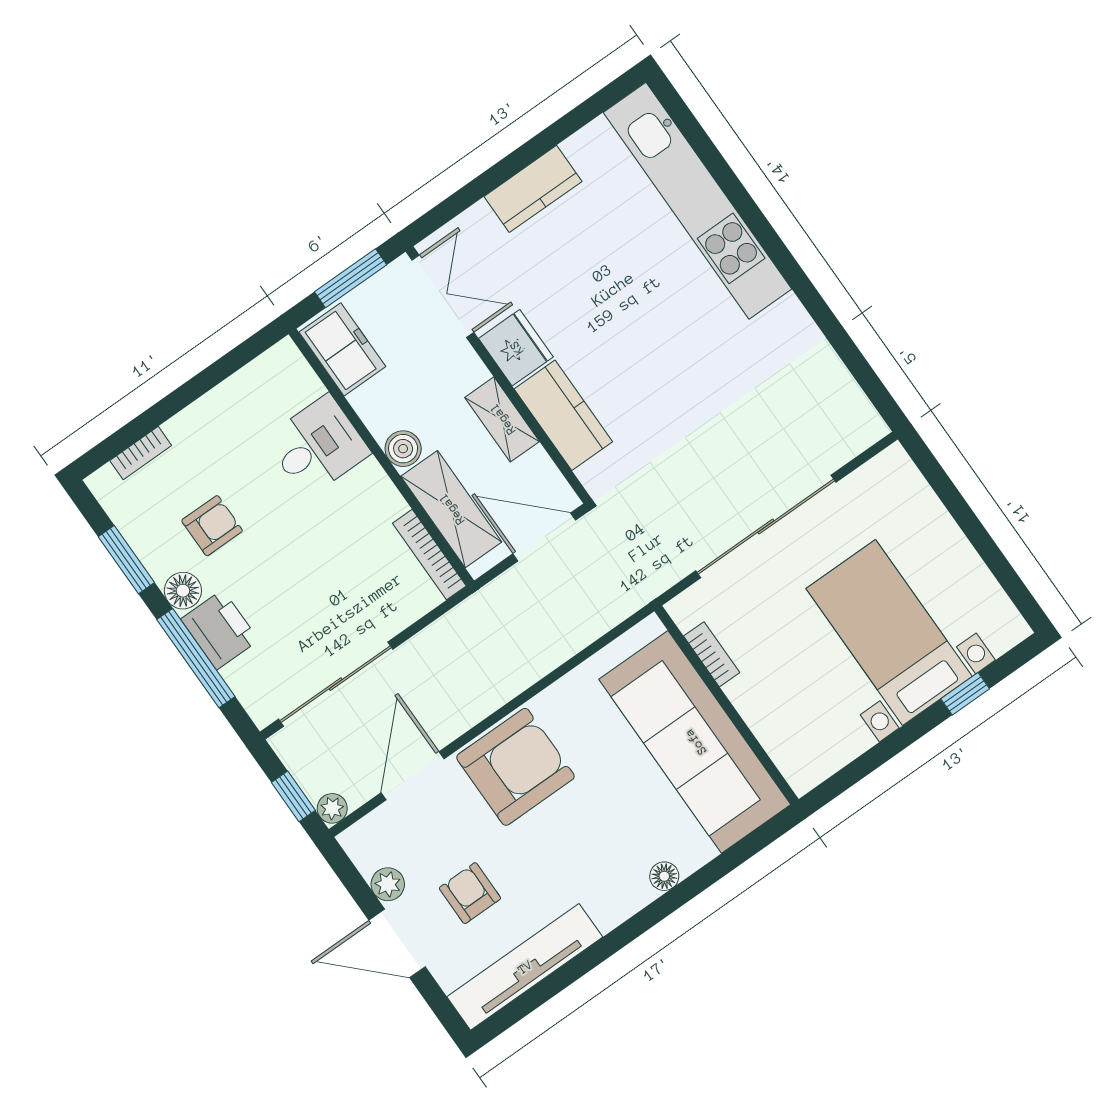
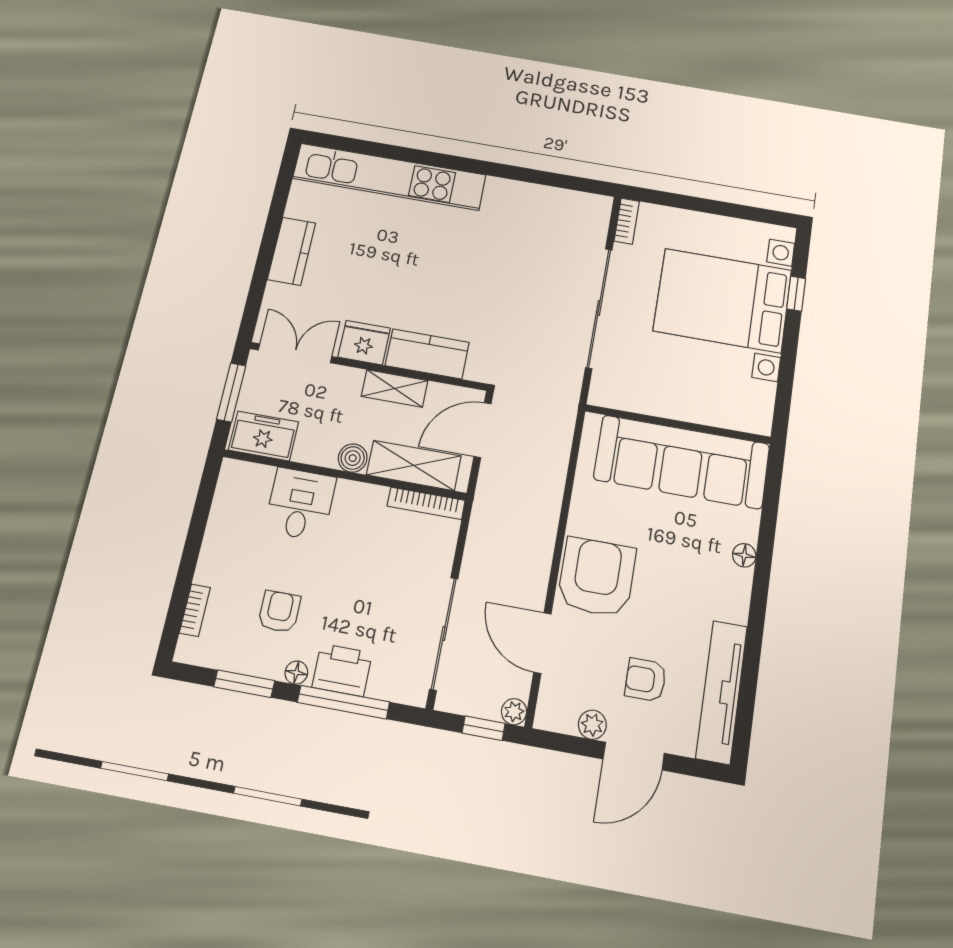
floor lamp: (183, 591) -> (296, 673), width x0.73, depth x0.73
bed with nightstands: (889, 632) -> (723, 300), width x1.36
bookcase: (712, 654) -> (627, 221), moved, turned 90

